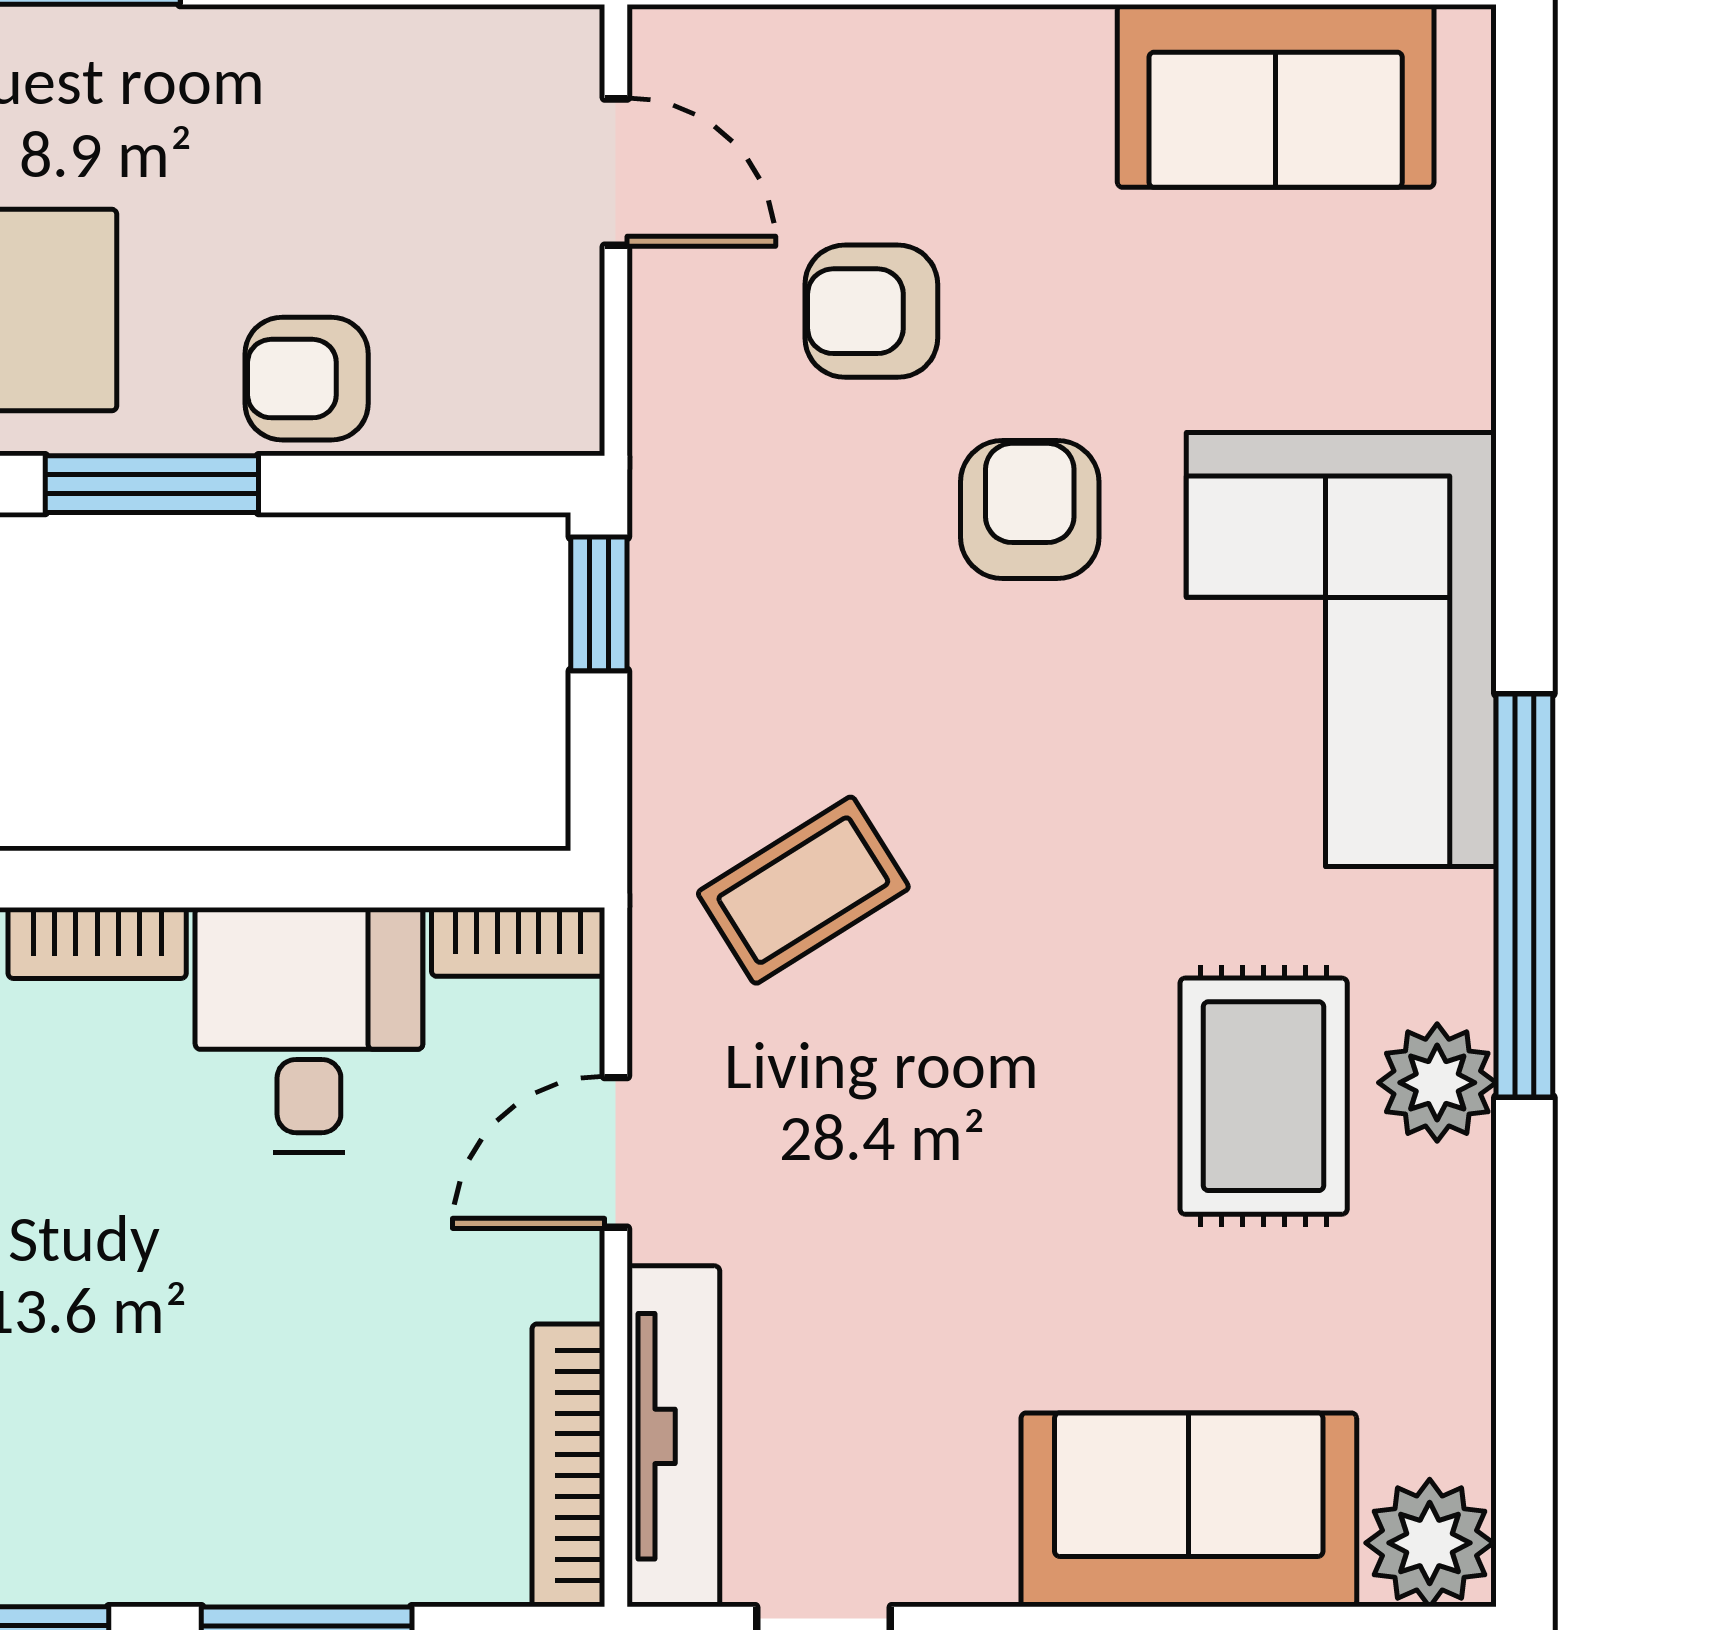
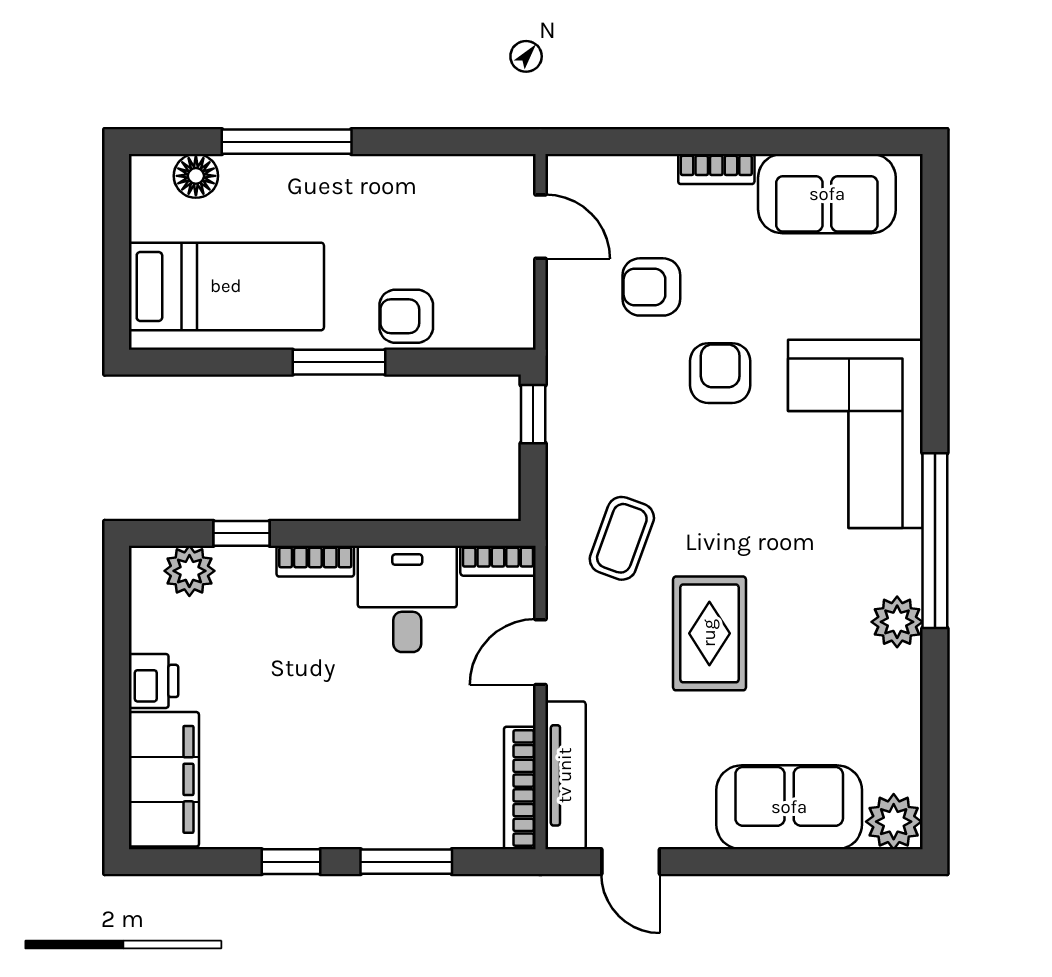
bookcase: (1021, 39) -> (716, 169), added
coffee table: (803, 890) -> (622, 538), turned -38
rug: (1264, 1096) -> (709, 633), moved

